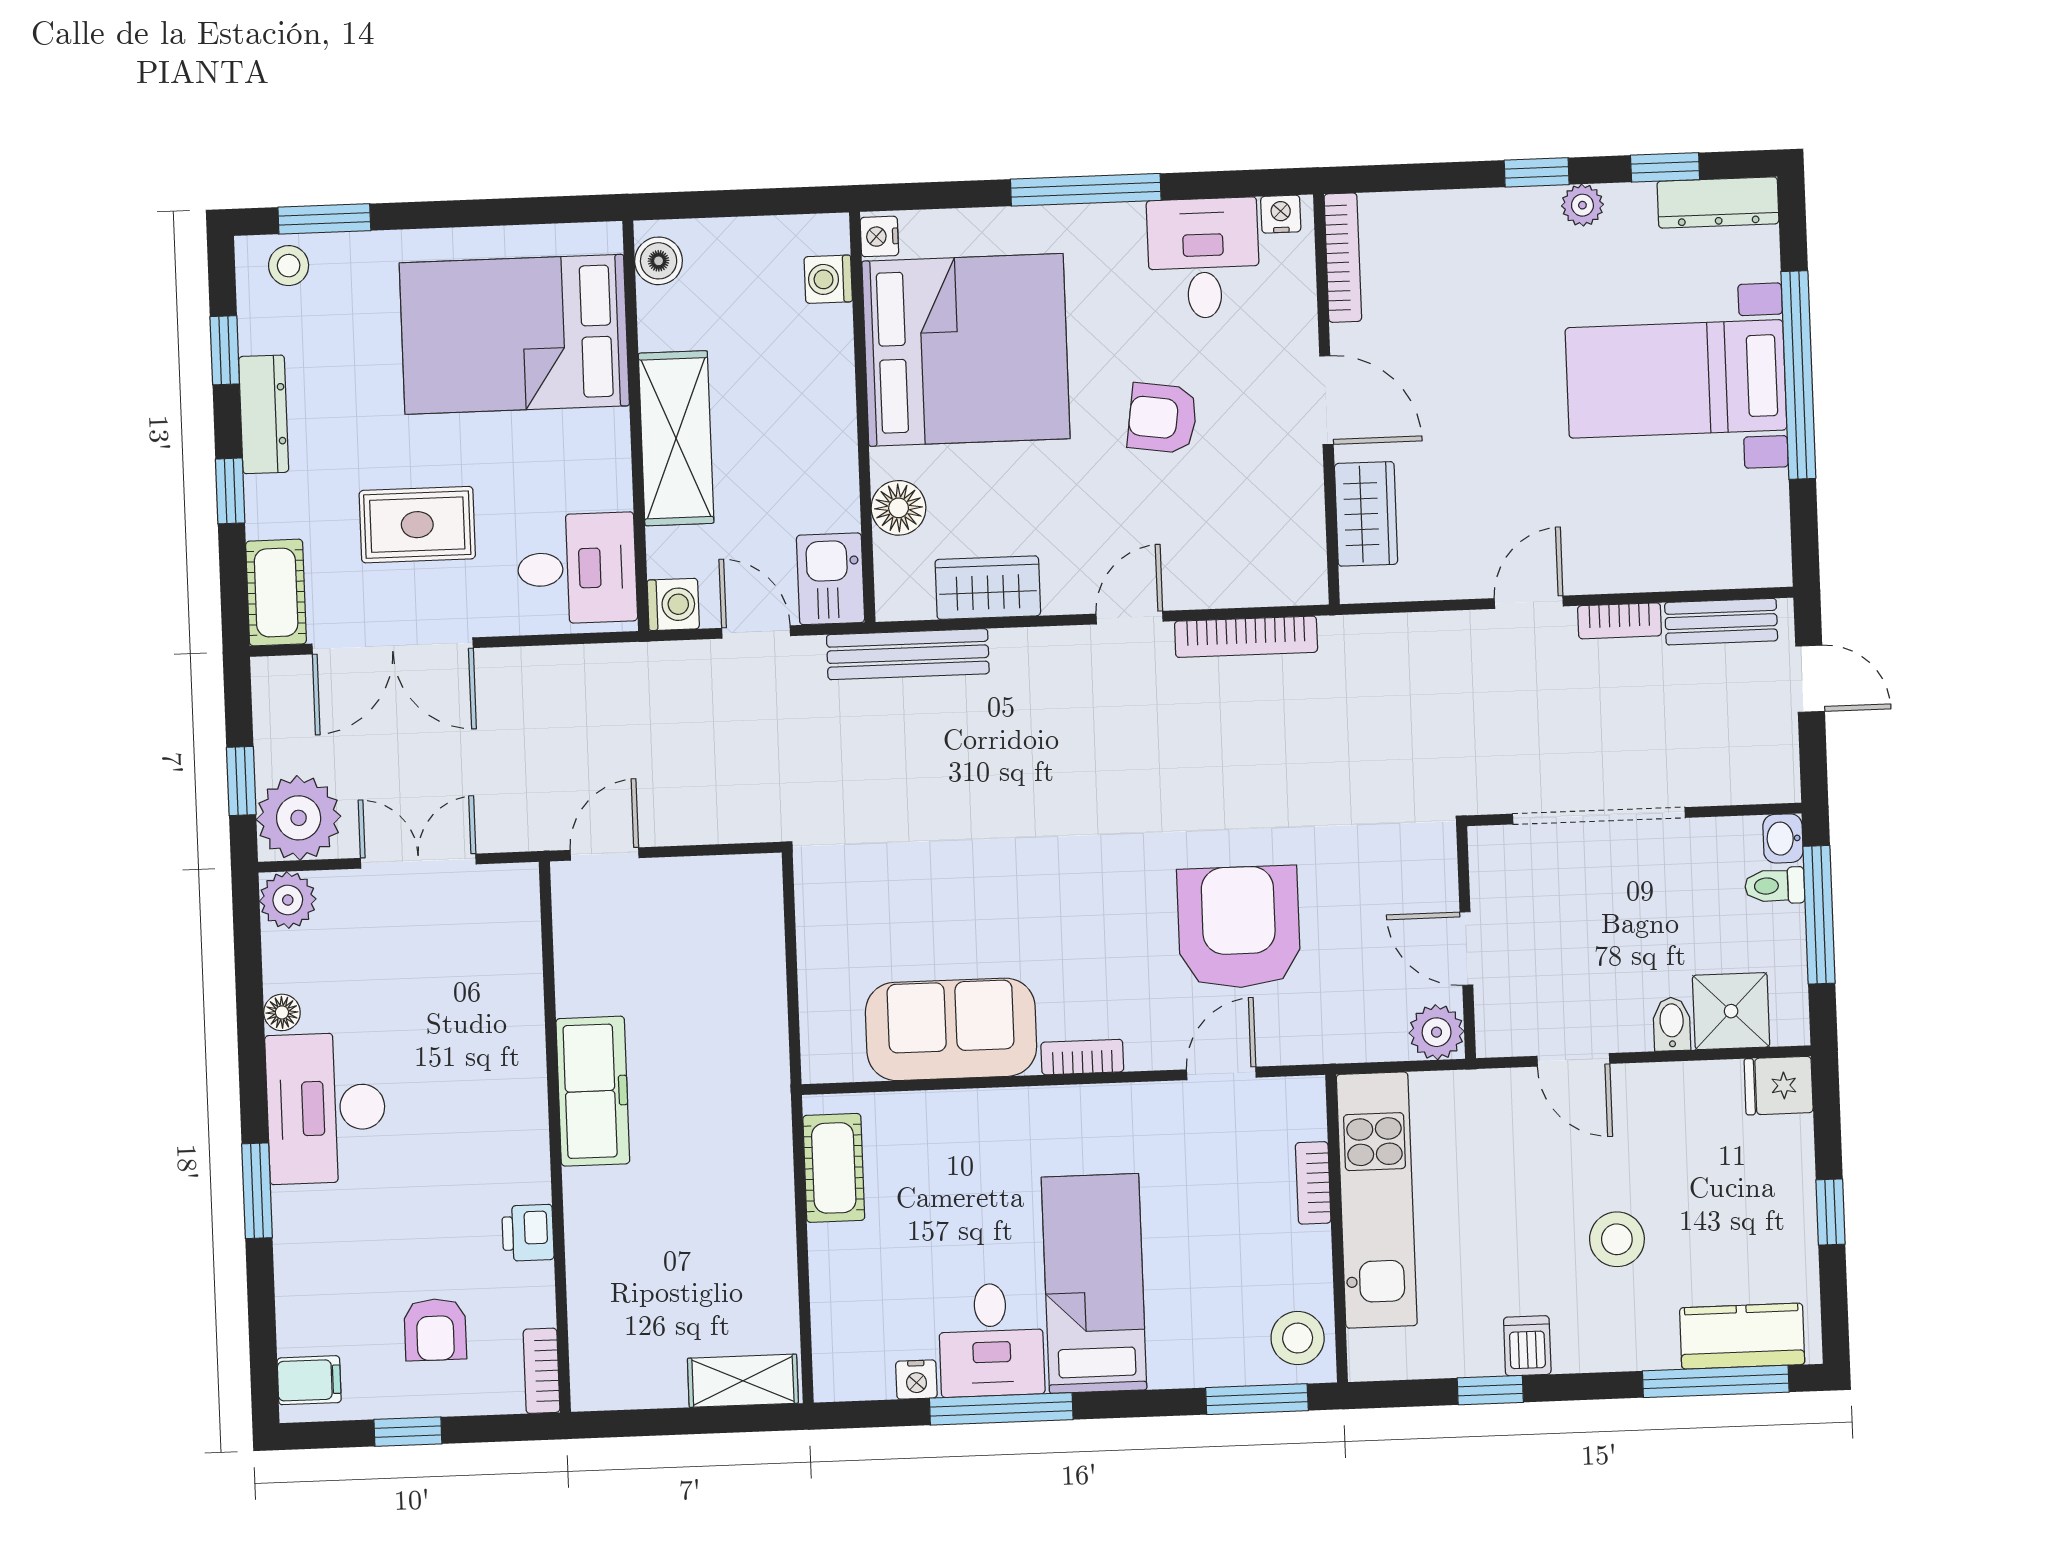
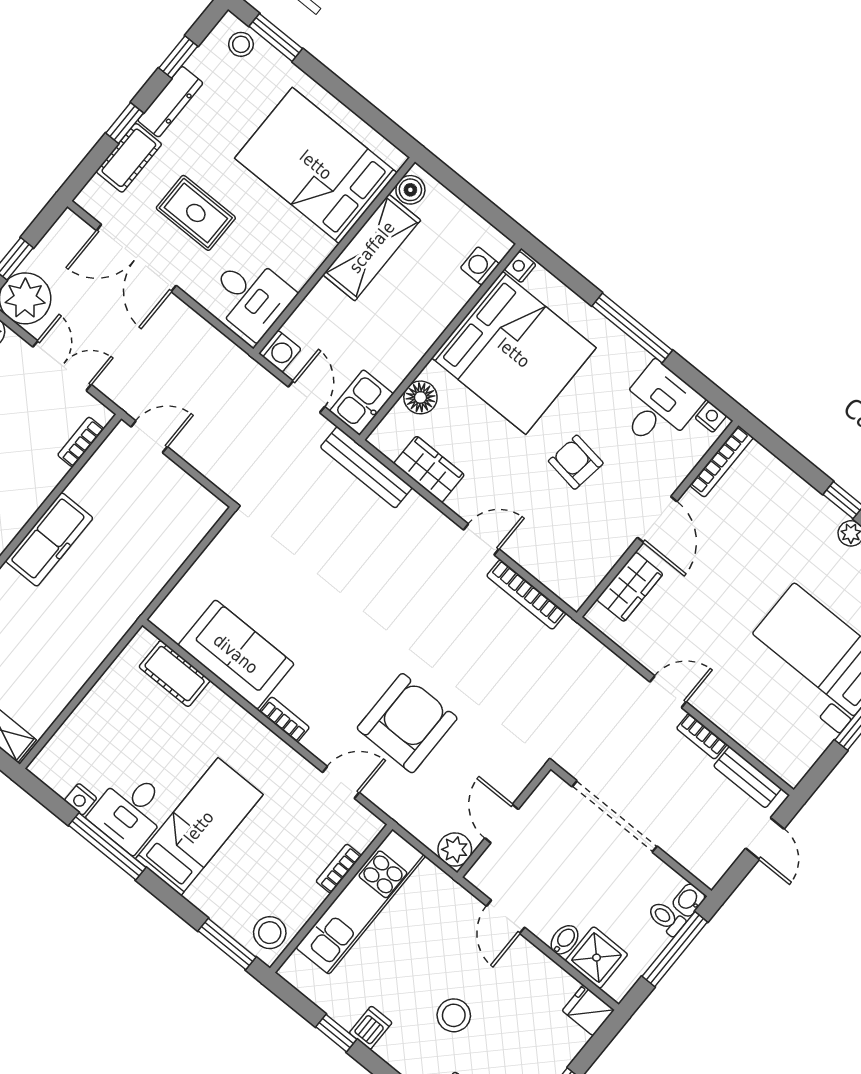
shelving: (676, 438) -> (372, 247), moved
cot: (276, 593) -> (129, 158), moved
bookcase: (525, 935) -> (81, 442), added
cot: (834, 1168) -> (175, 674), moved, turned 90

